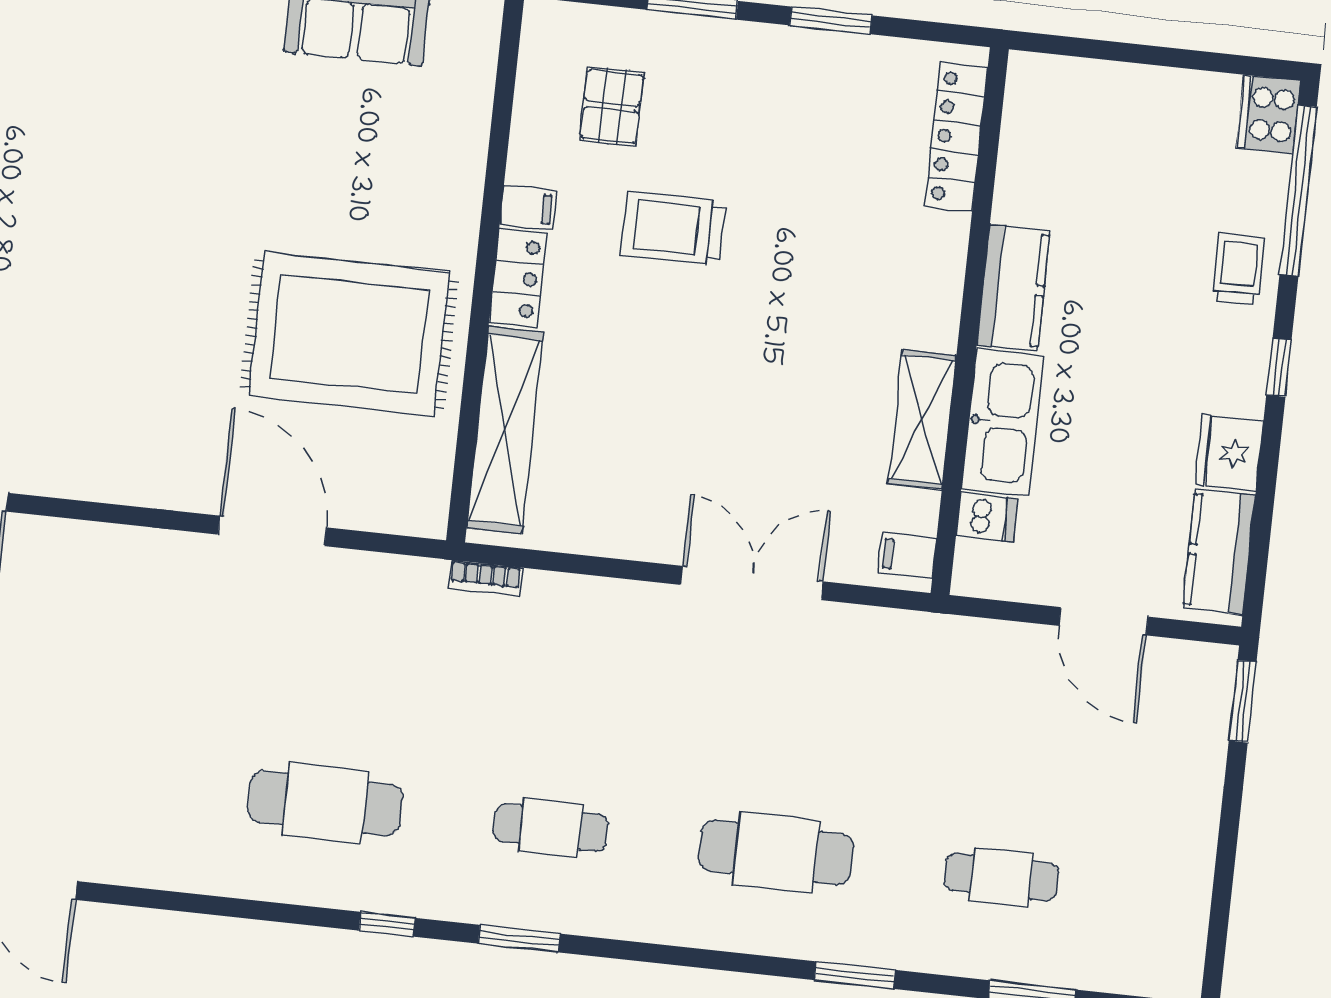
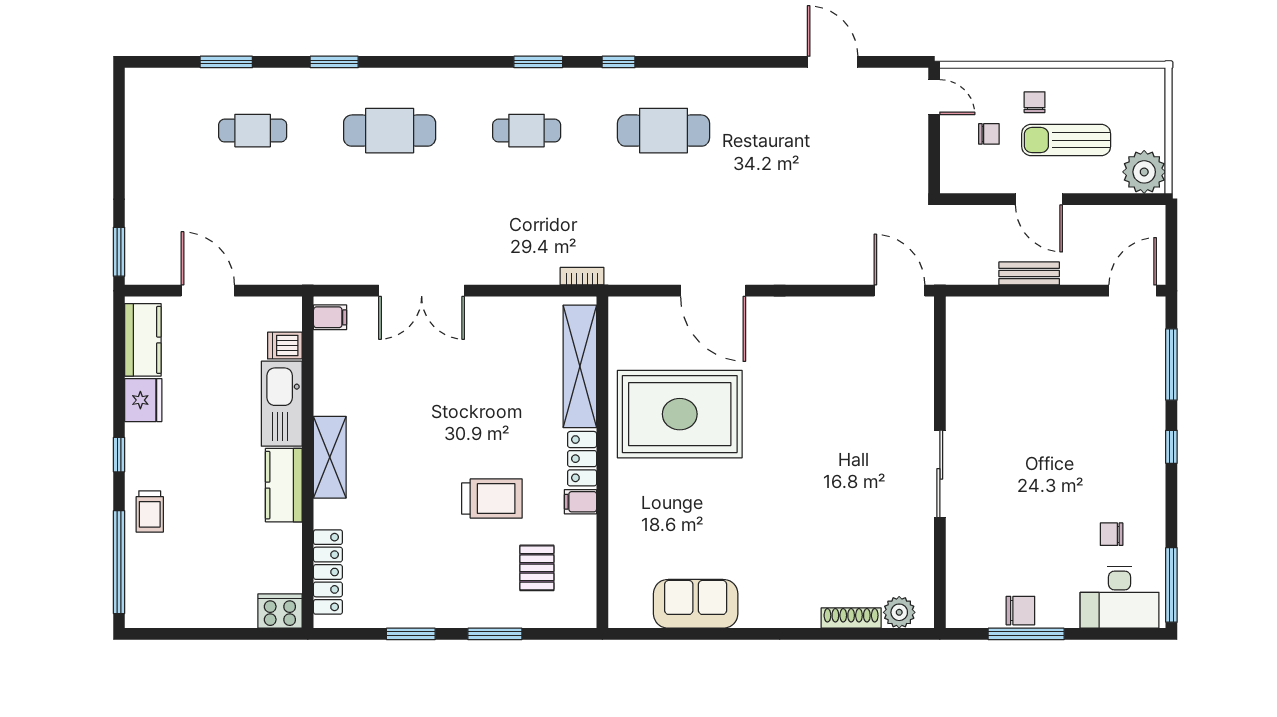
cooker: (1268, 114) -> (280, 611), moved, turned -90
shelving: (922, 419) -> (330, 457), moved

